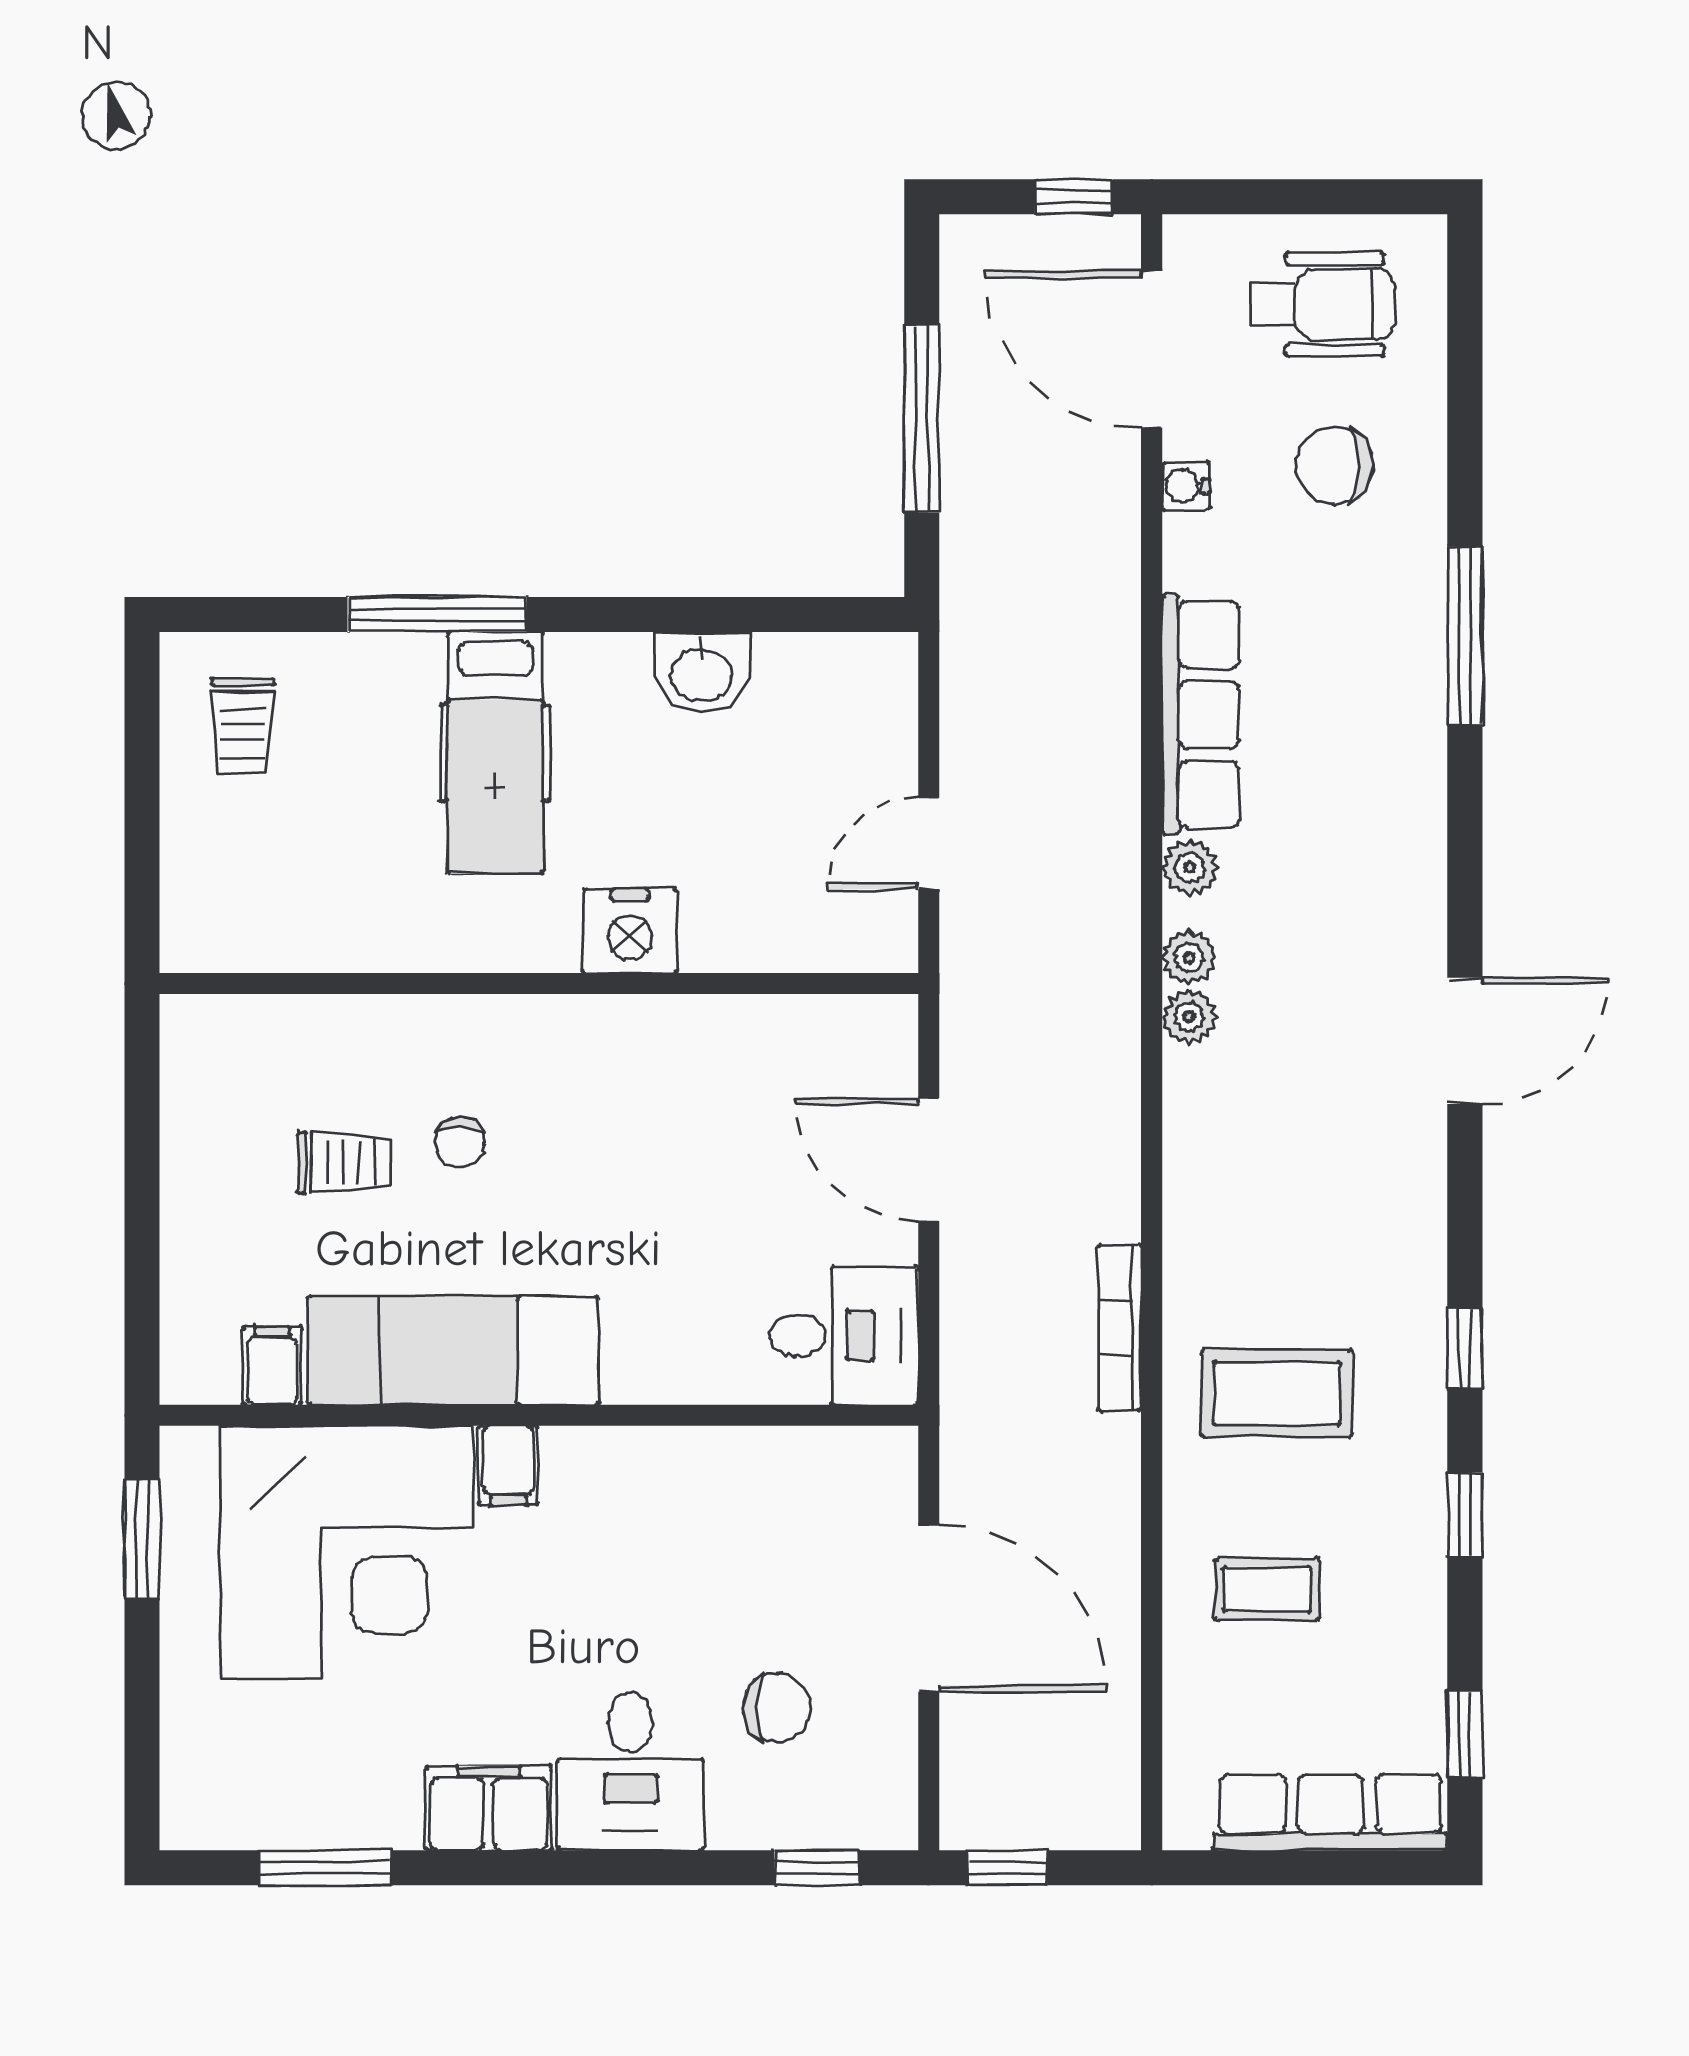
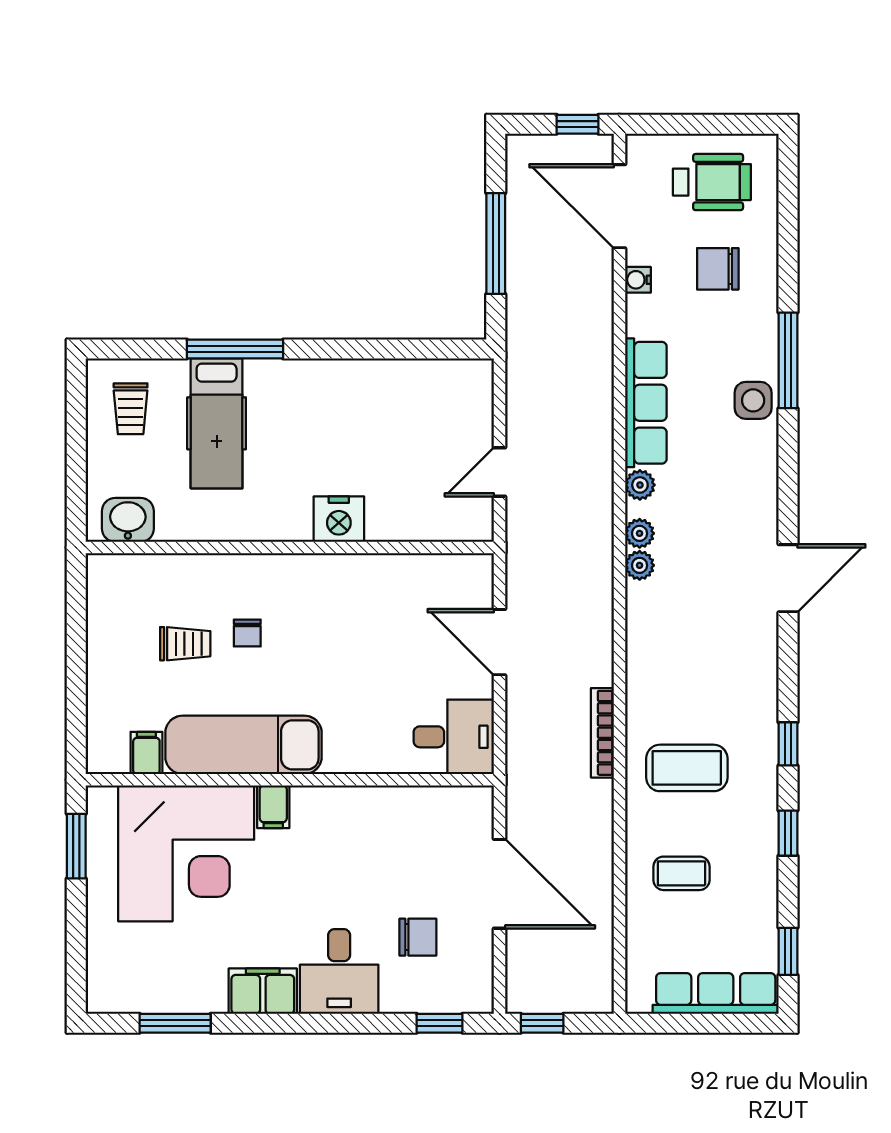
washbasin: (701, 673) -> (128, 520), moved, turned 180
side table: (1400, 710) -> (753, 400), added
hospital bed: (495, 753) -> (217, 423), moved

